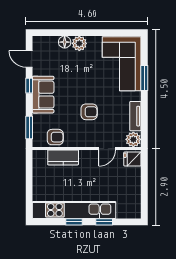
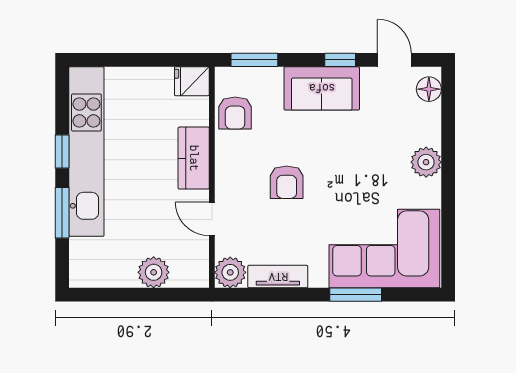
floor lamp: (65, 42) -> (429, 89), moved
door: (29, 59) -> (394, 60), hinge flipped
kitchen counter: (63, 157) -> (194, 158), moved
fridge: (132, 159) -> (192, 81), moved, turned -90
plant: (133, 177) -> (154, 272), added
window: (104, 222) -> (62, 213), width x1.50

